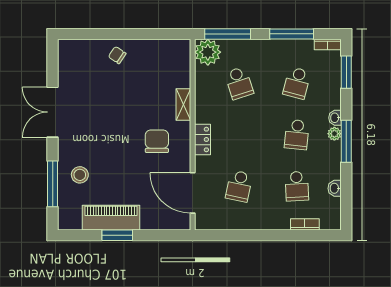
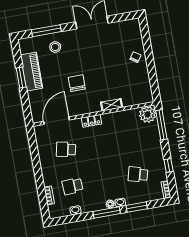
window: (292, 34) -> (169, 166), width x0.46
window: (346, 72) -> (137, 207), moved
school desk: (239, 83) -> (131, 138), removed
school desk: (297, 135) -> (105, 180), removed
chair: (157, 141) -> (77, 83), moved, turned -90

